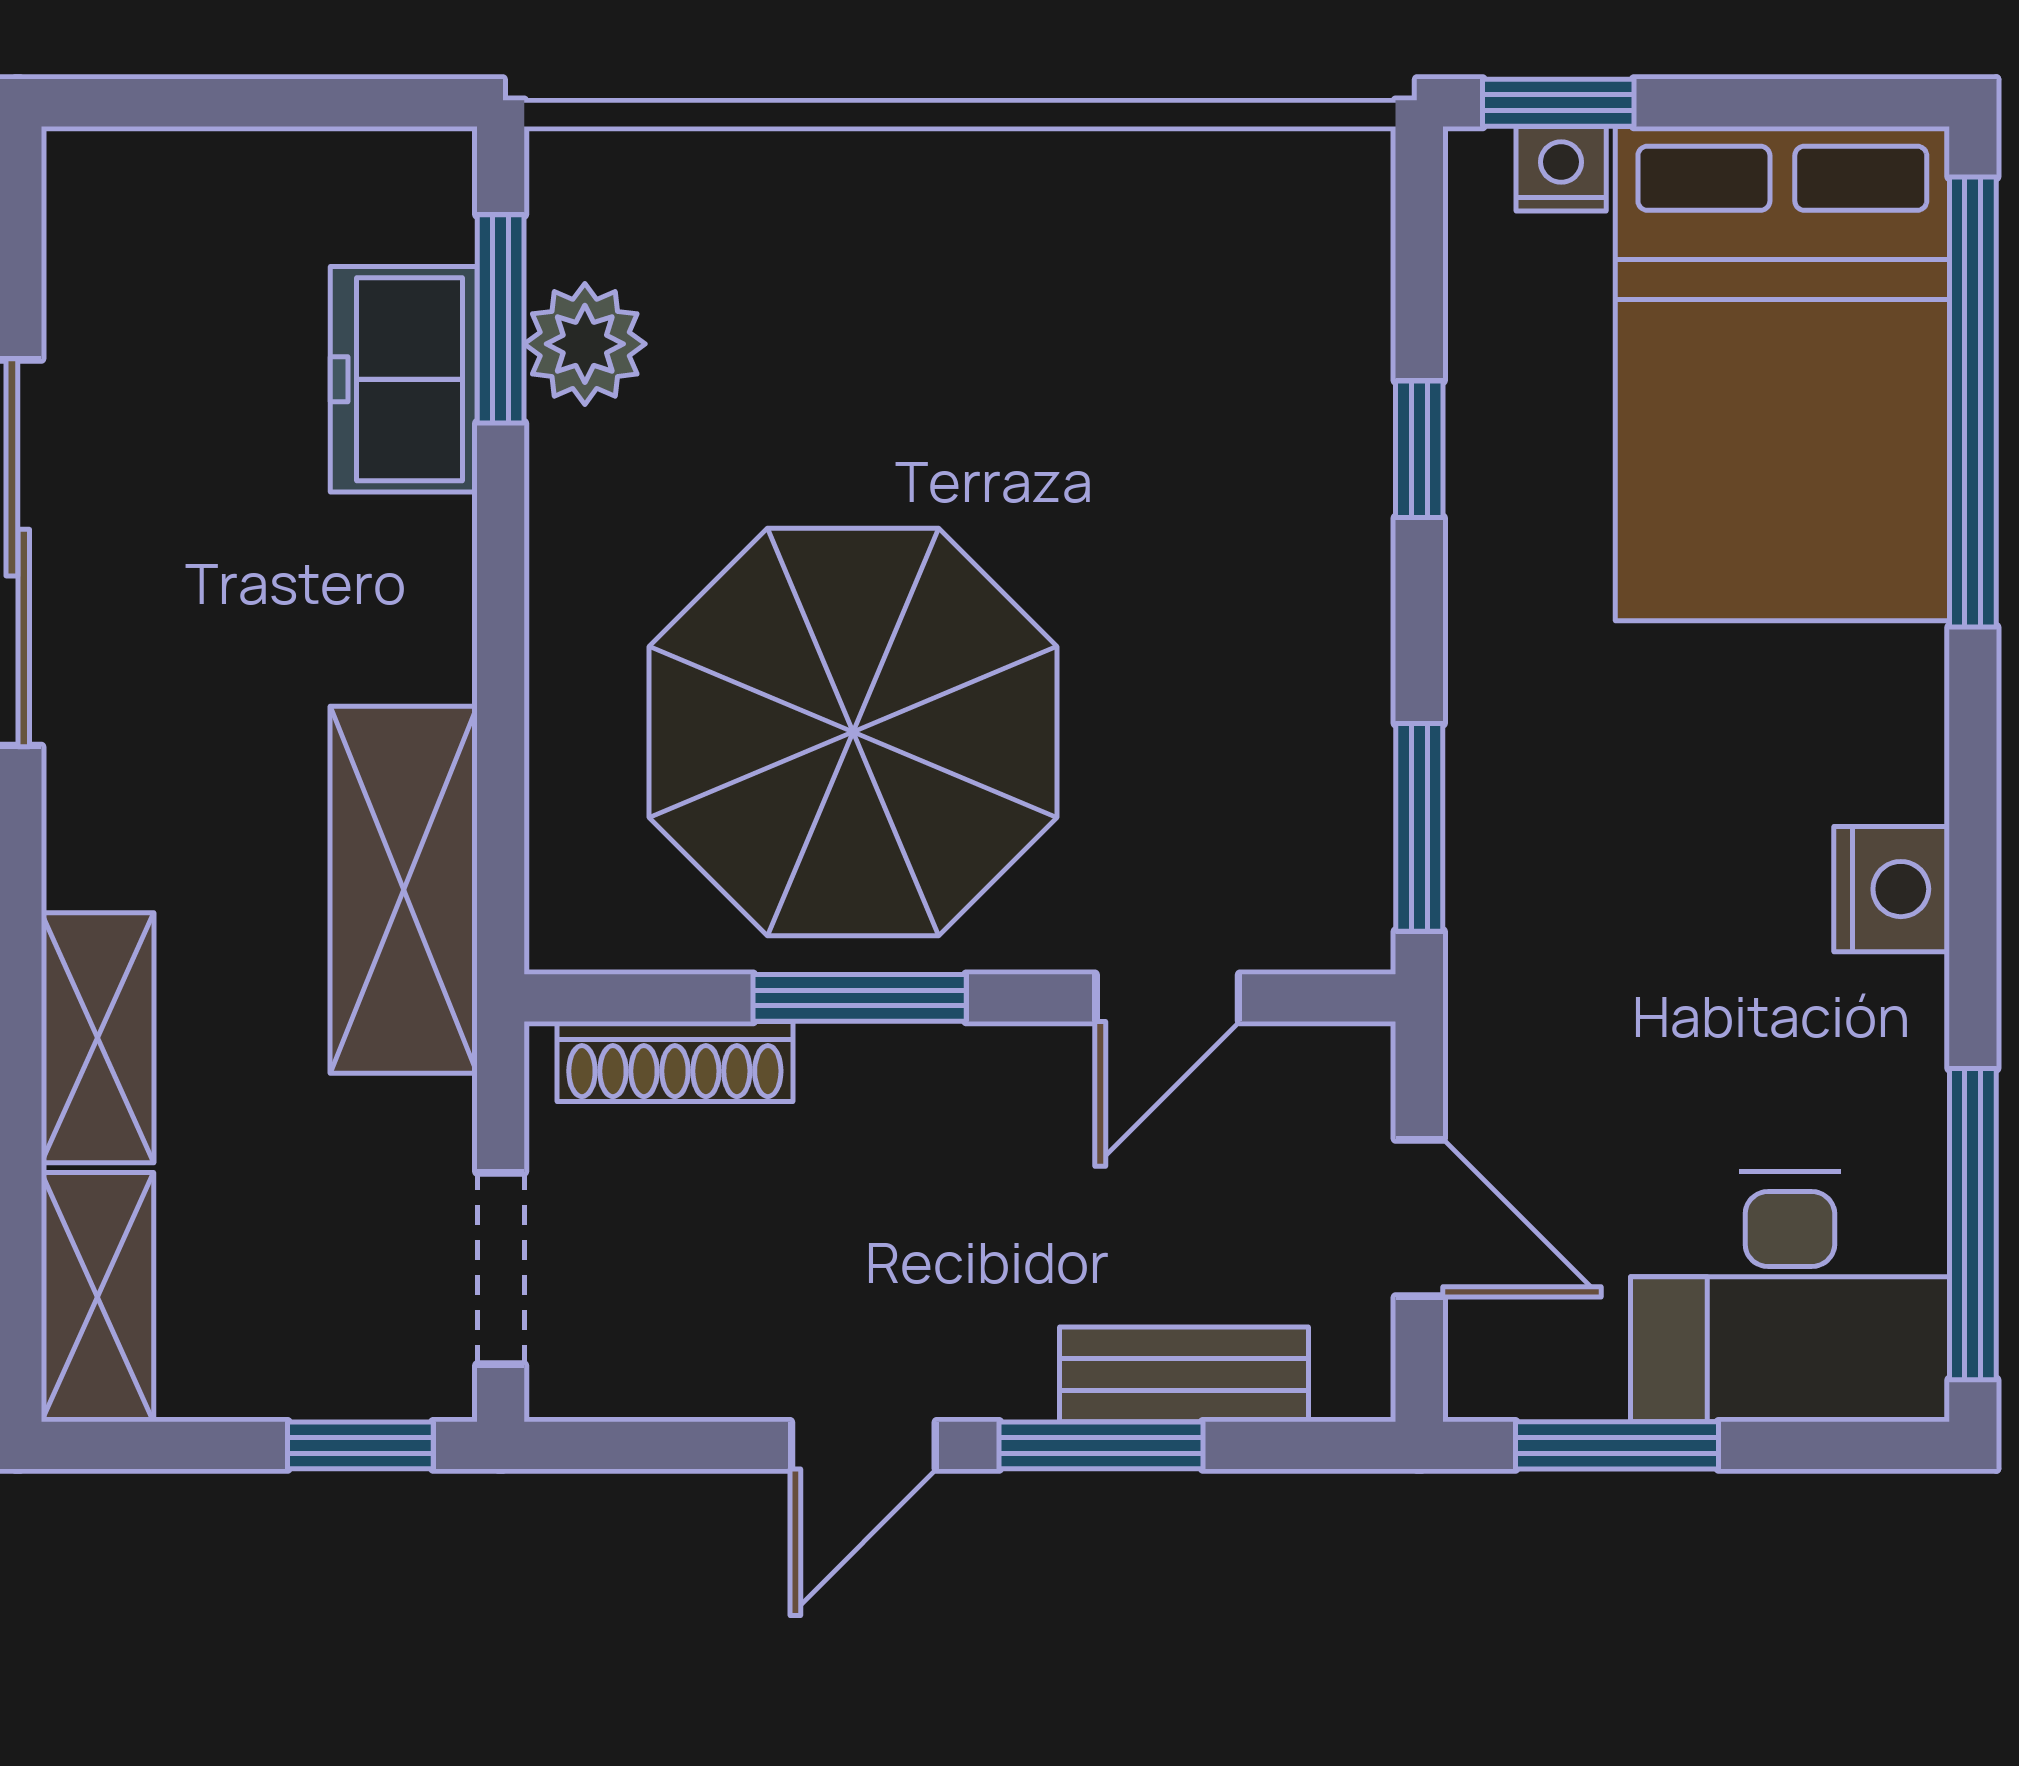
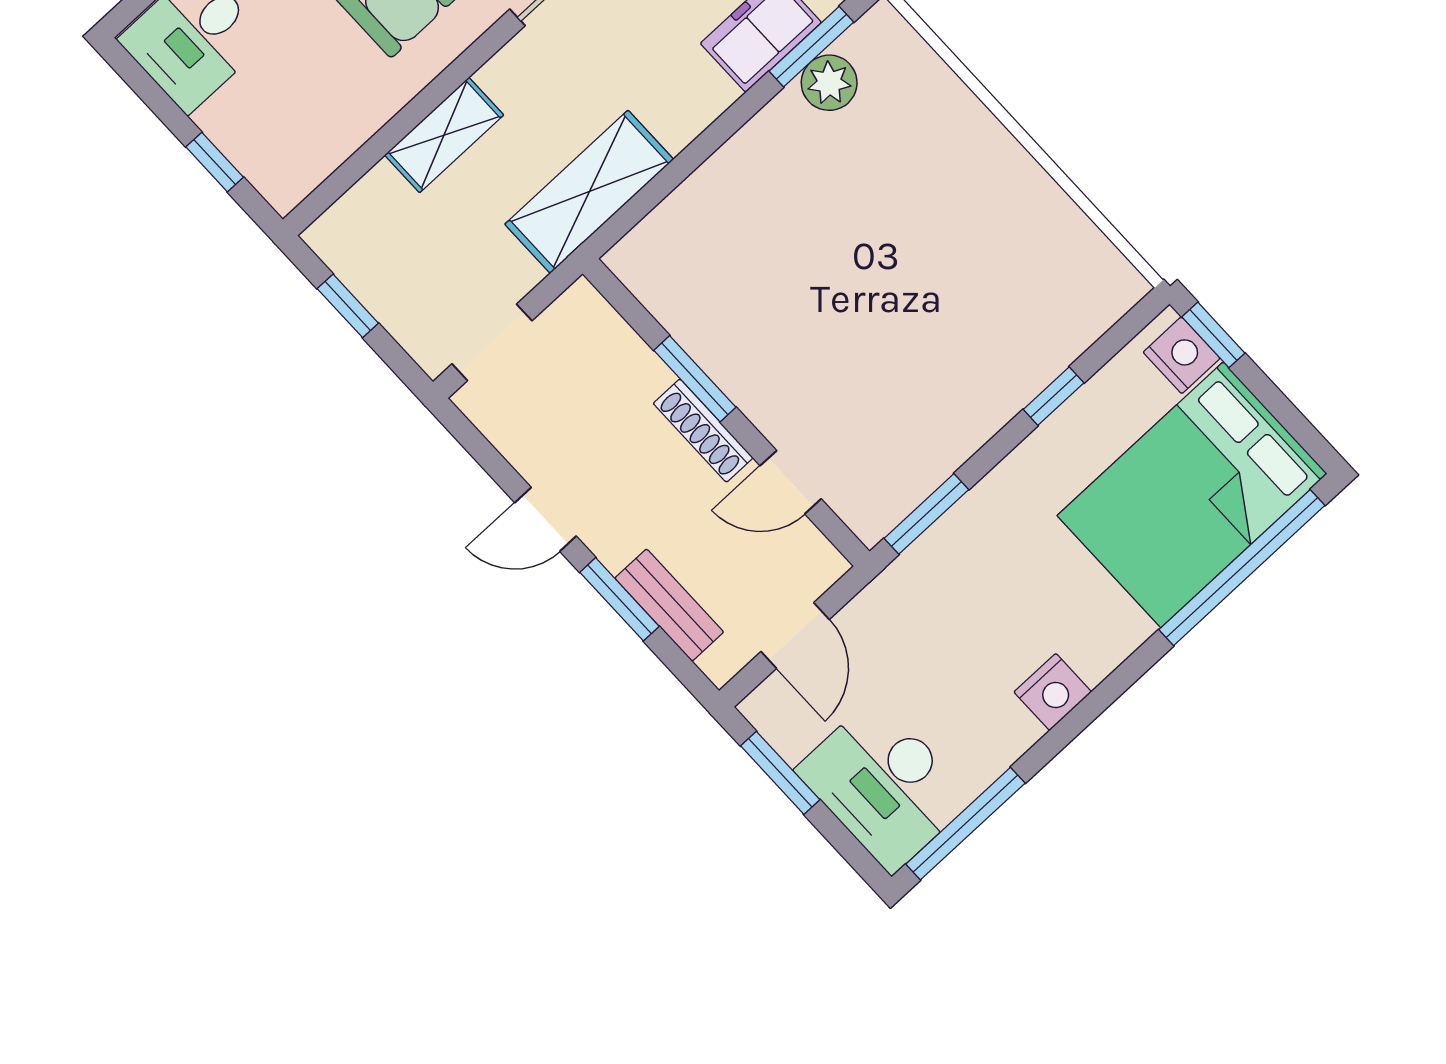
nightstand: (1561, 169) -> (1182, 355), width x1.39, depth x1.35
parasol: (853, 732) -> (782, 294), removed
shoe rack: (675, 1061) -> (703, 431), moved
shelving: (97, 1297) -> (357, 216), removed
window: (360, 1445) -> (348, 306), moved

